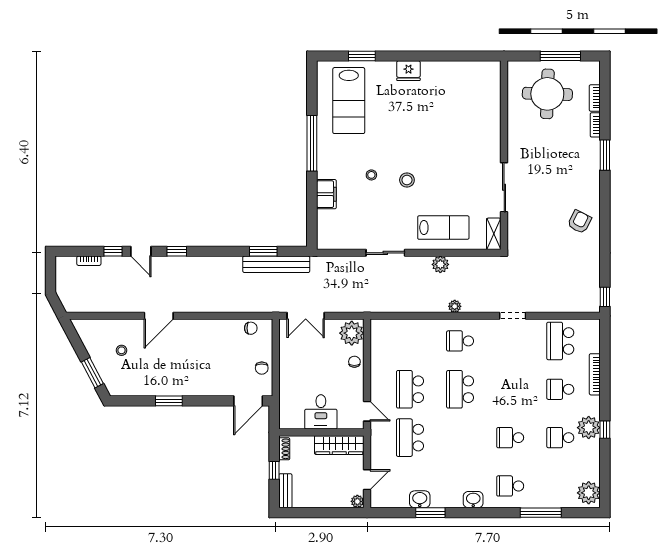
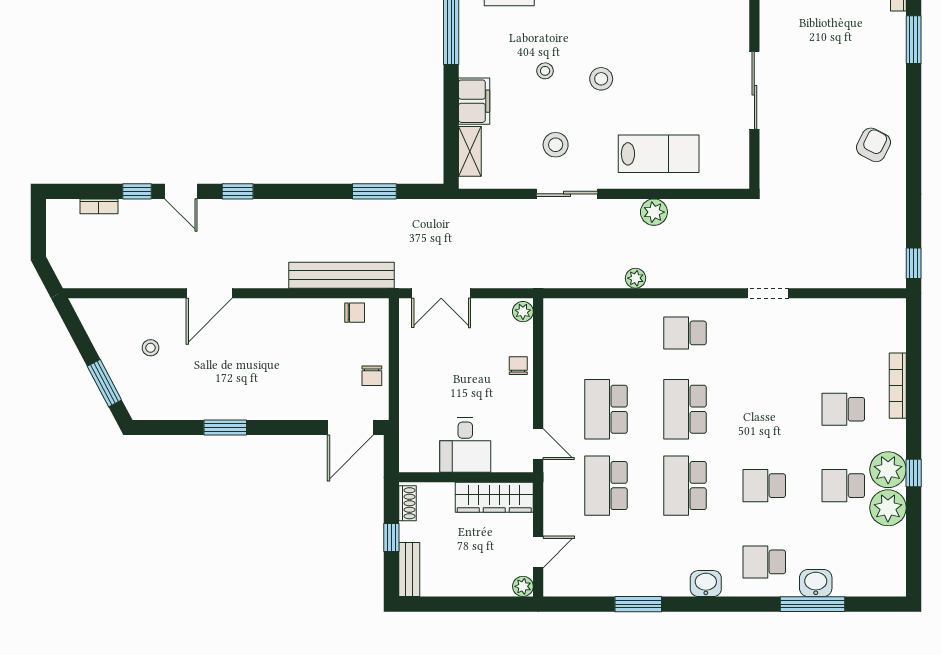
stool: (378, 222) -> (556, 145), added
shelving: (494, 234) -> (470, 151), moved
bench: (276, 264) -> (341, 275), moved
plant: (455, 306) -> (636, 278), moved
plant: (352, 333) -> (523, 312), width x0.53, depth x0.53
school desk: (560, 341) -> (685, 486), moved
plant: (589, 493) -> (888, 508), moved
washbasin: (420, 499) -> (816, 583), moved

